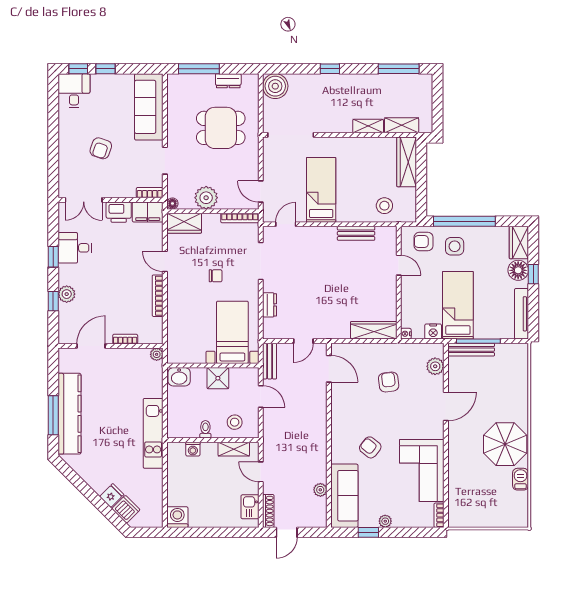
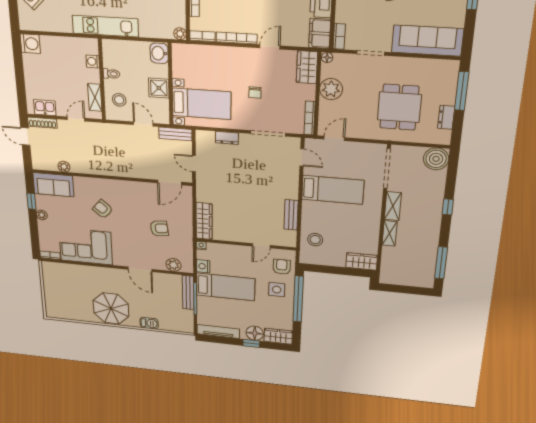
shelving: (402, 125) -> (393, 206), moved
wardrobe: (407, 162) -> (362, 261), width x0.67
bookcase: (158, 331) -> (202, 36), added
door: (261, 396) -> (143, 124), swing flipped
armchair: (370, 447) -> (103, 209), turned -89
barbecue: (521, 479) -> (149, 323), moved
sofa: (344, 496) -> (53, 185), width x0.73

